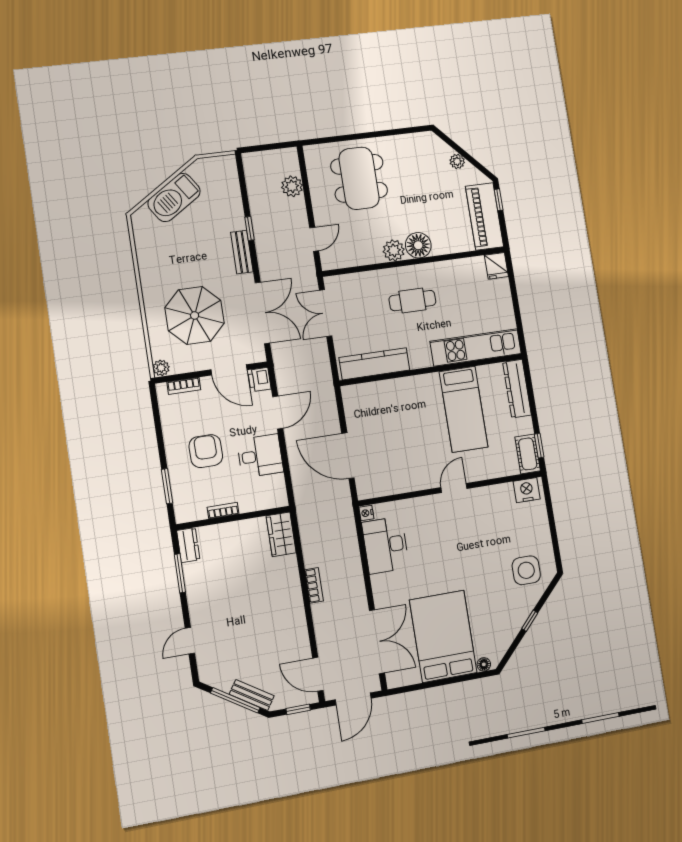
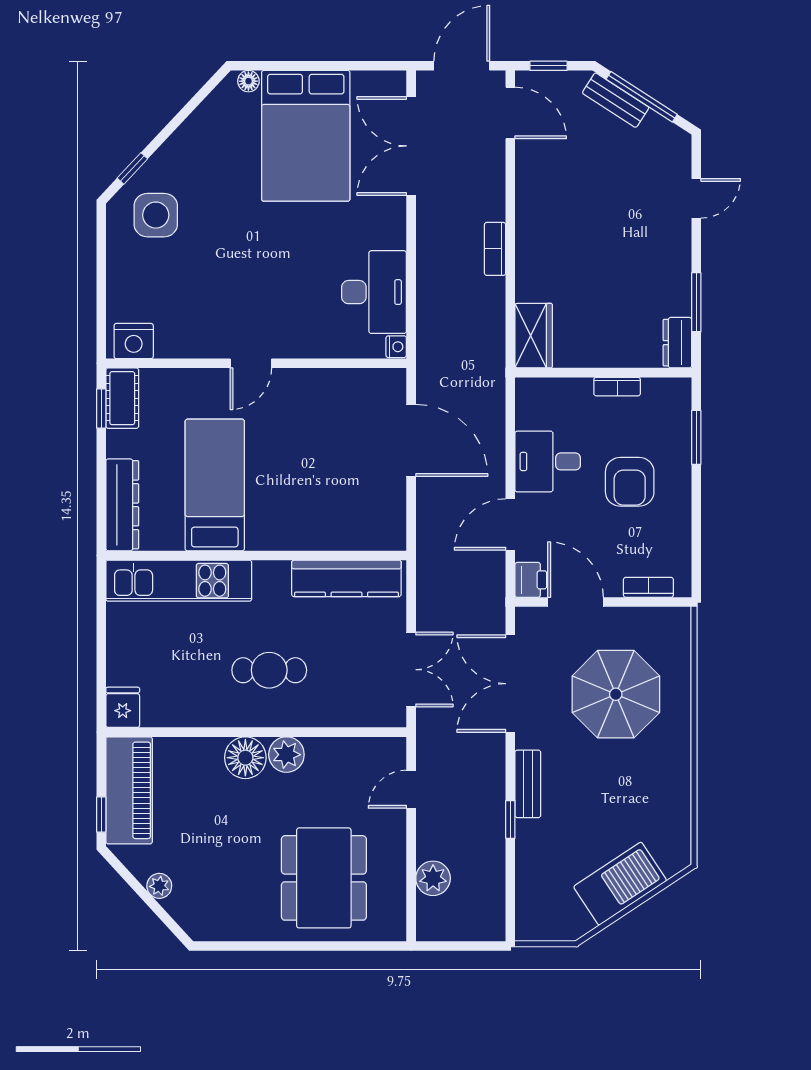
plant: (161, 368) -> (679, 620), removed
window: (530, 621) -> (132, 168), moved

